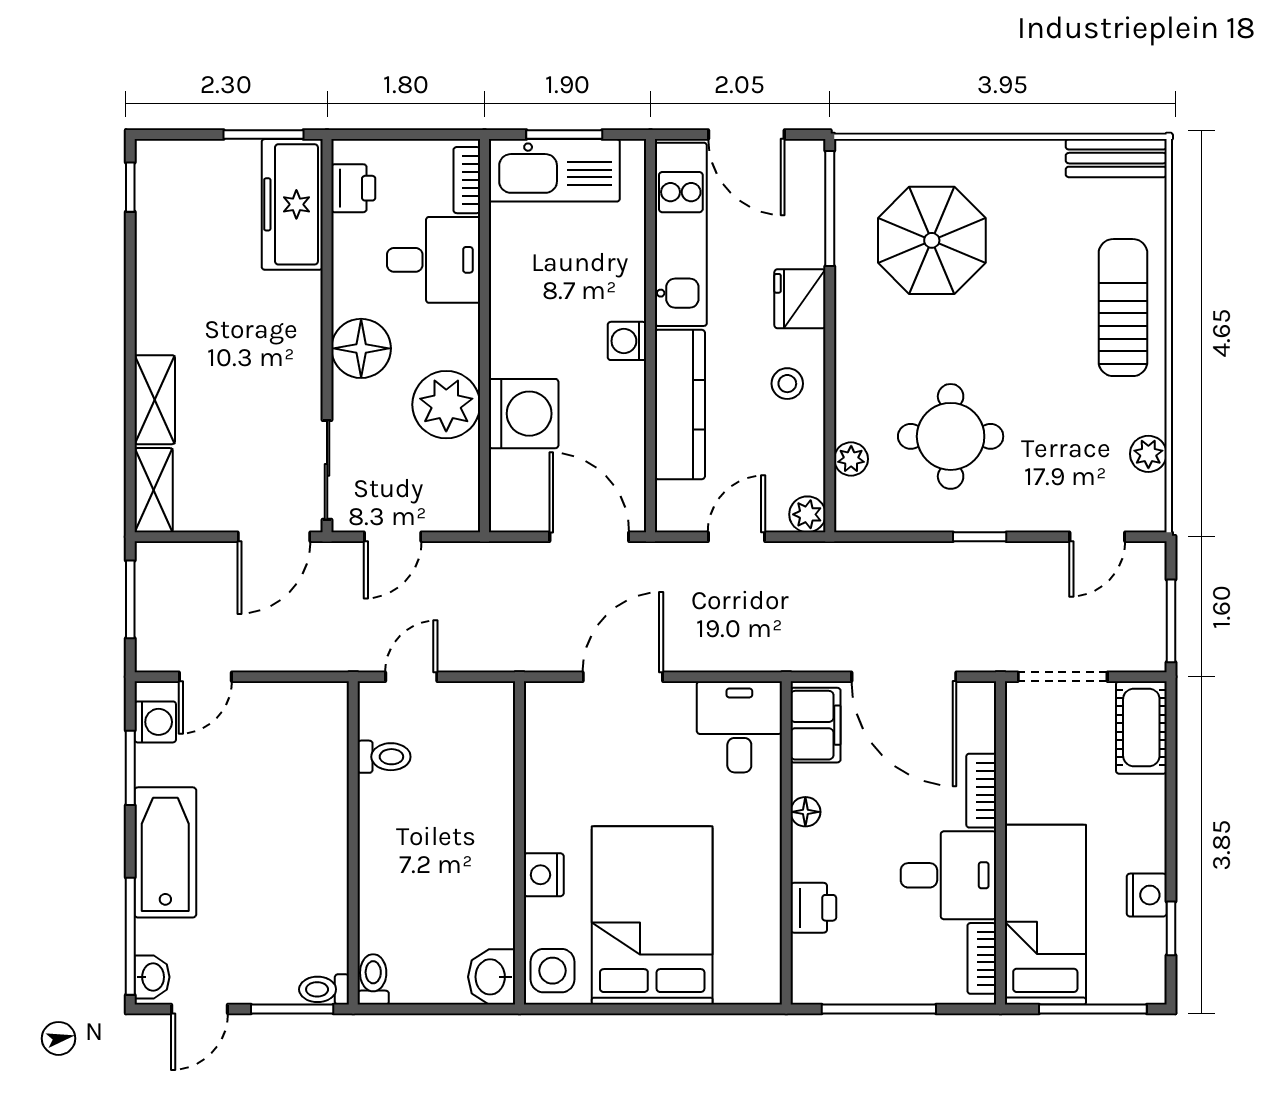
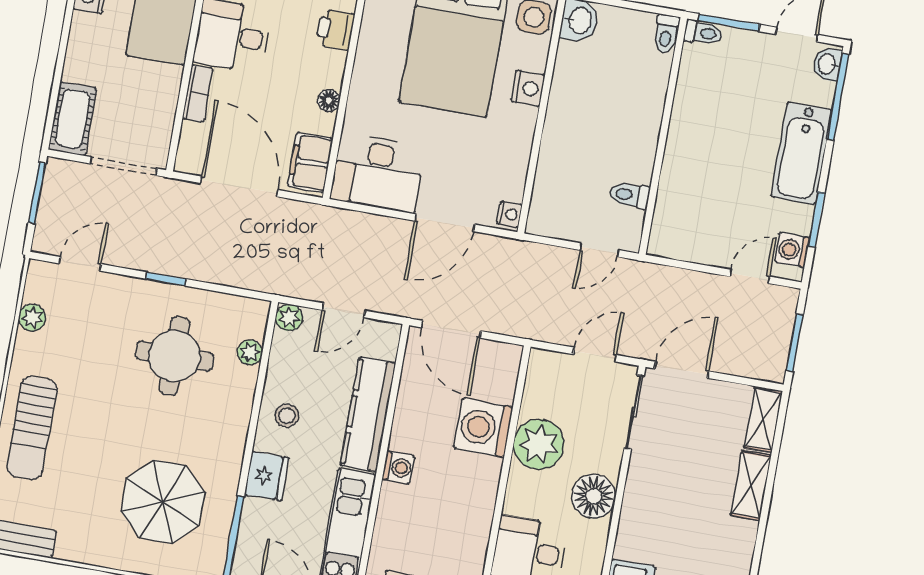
nightstand: (539, 703) -> (510, 214), added
desk: (739, 727) -> (378, 173), width x1.37

